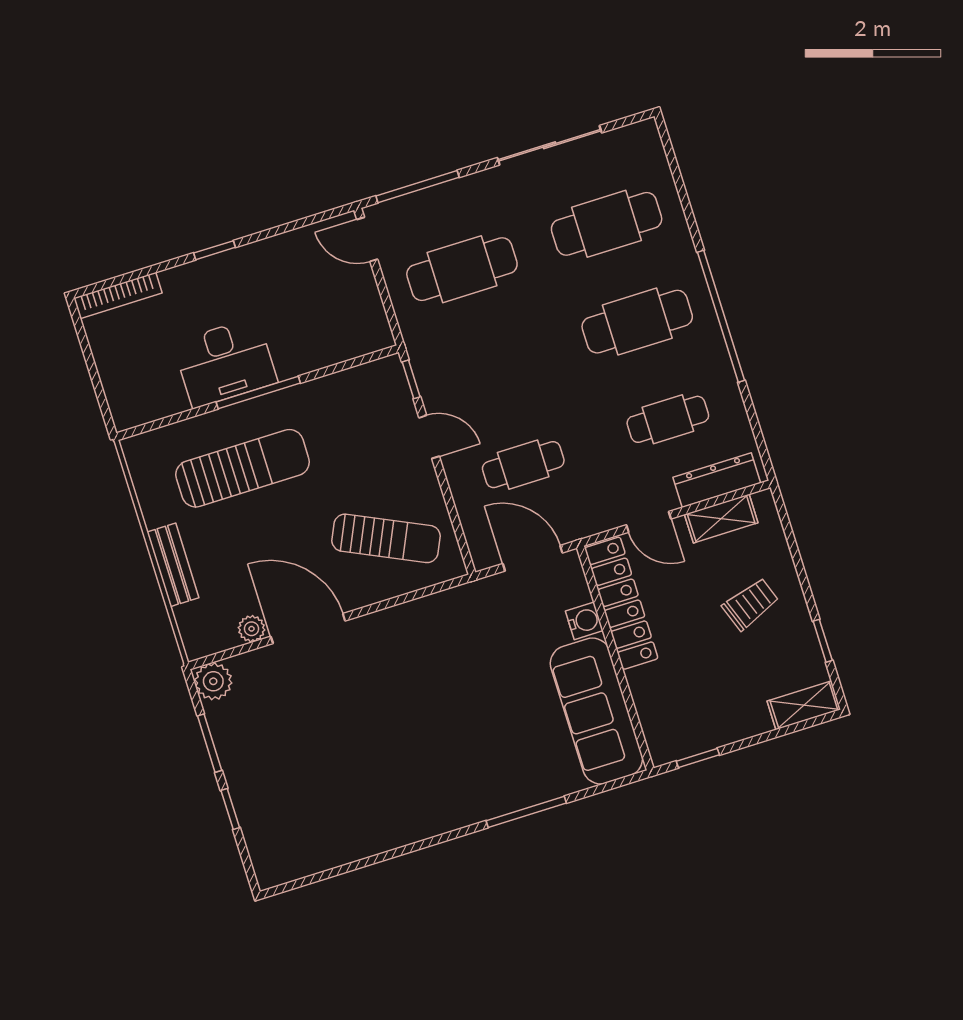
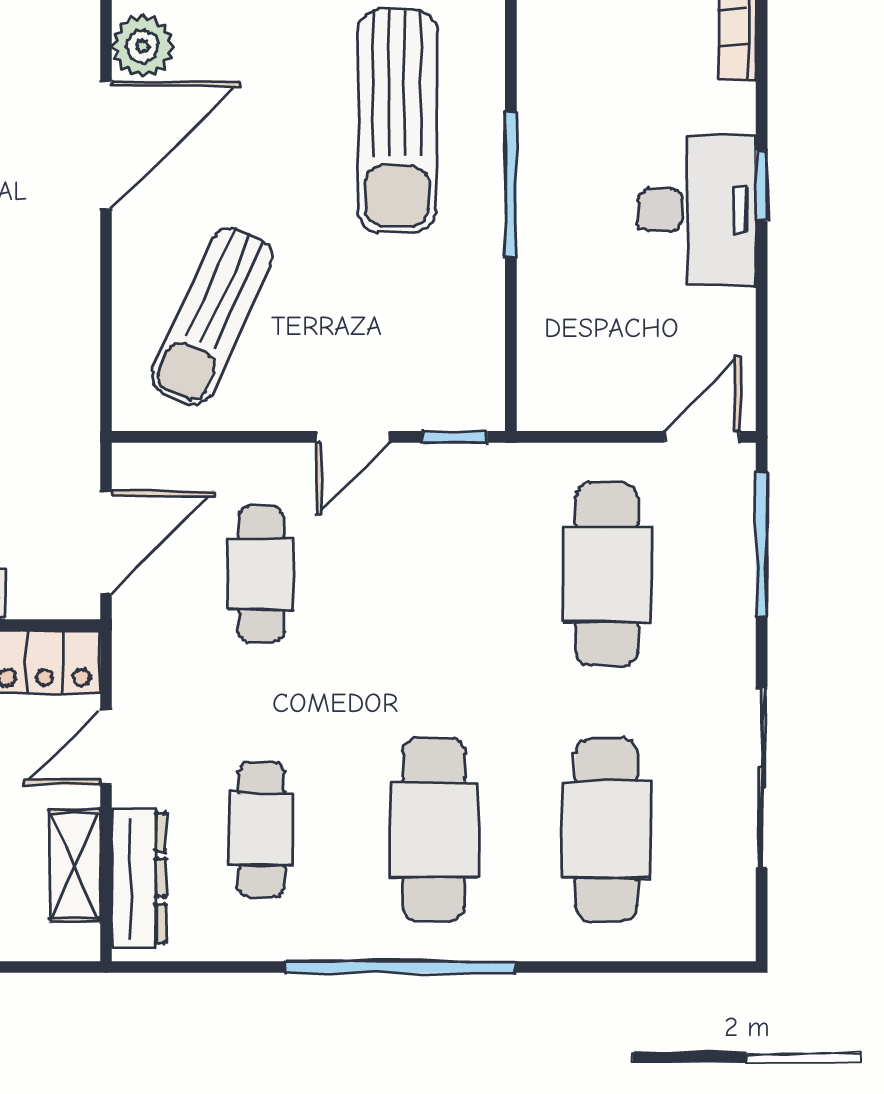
desk: (225, 362) -> (697, 210), moved, turned 180
plant: (252, 629) -> (143, 46), width x1.38, depth x1.38

